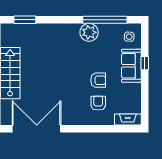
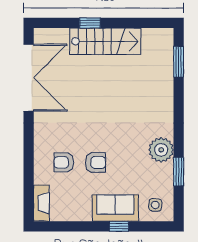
window: (105, 20) -> (179, 172), width x0.47
armchair: (98, 80) -> (95, 162), turned -90
armchair: (98, 103) -> (64, 162), turned 180

